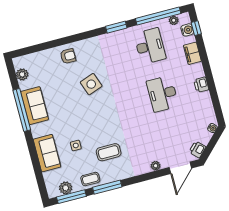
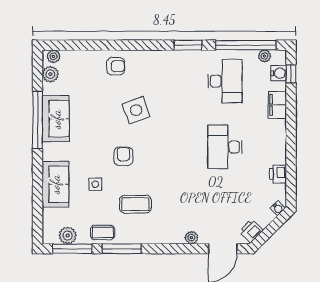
plant: (21, 61) -> (53, 56), added
printer: (201, 85) -> (278, 174), moved
armchair: (91, 120) -> (123, 156), added

